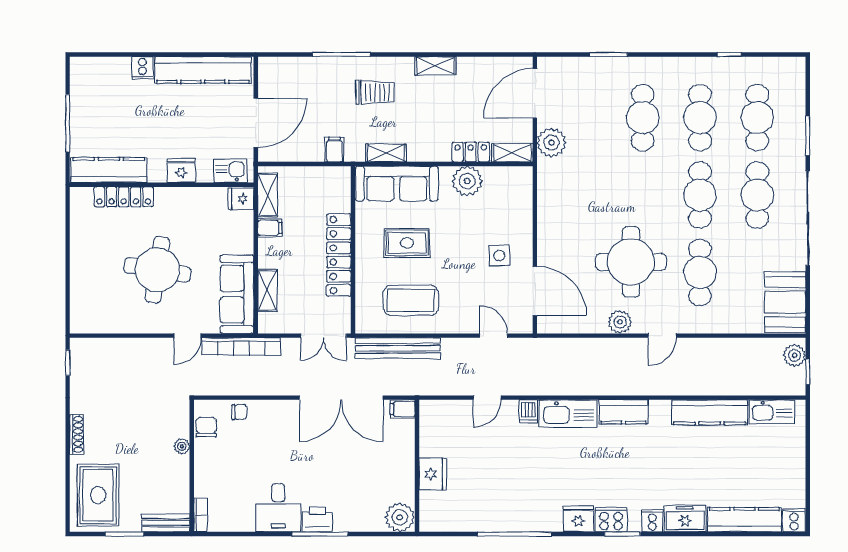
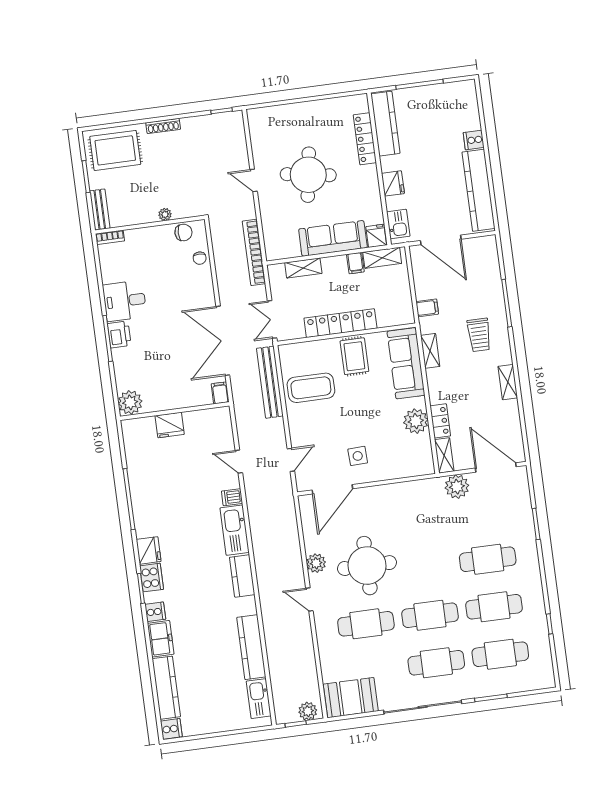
rug: (407, 243) -> (354, 356), moved
sofa: (237, 294) -> (333, 238), moved
coffee table: (411, 300) -> (311, 388), turned 90
door: (187, 336) -> (254, 180), moved

